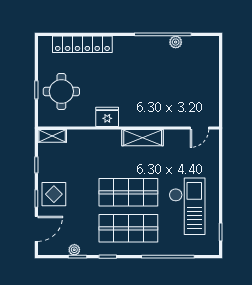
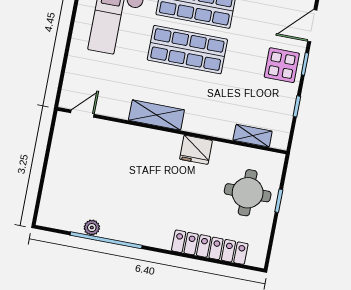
shelving: (52, 136) -> (253, 136), moved

